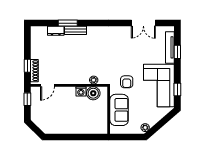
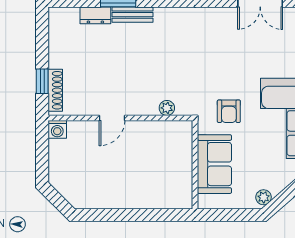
door: (48, 85) -> (112, 118), moved
washing machine: (81, 91) -> (57, 129), moved
boiler: (93, 93) -> (166, 133), removed
window: (27, 99) -> (42, 144), removed

